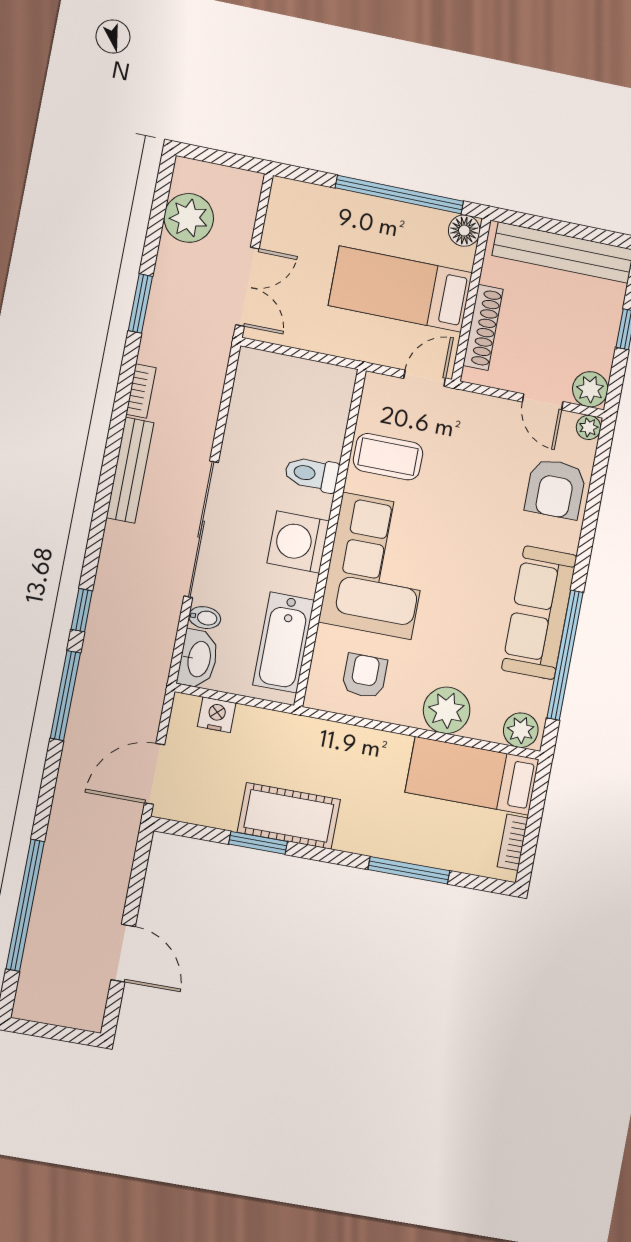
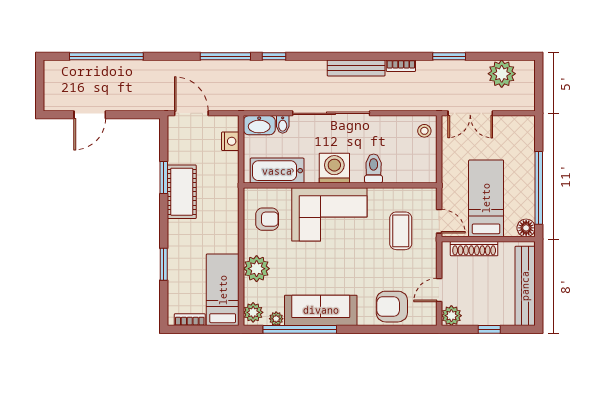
stool: (263, 373) -> (424, 131), added
plant: (589, 427) -> (276, 319), moved
coffee table: (388, 457) -> (401, 231), moved
window: (409, 870) -> (164, 264), width x0.69

